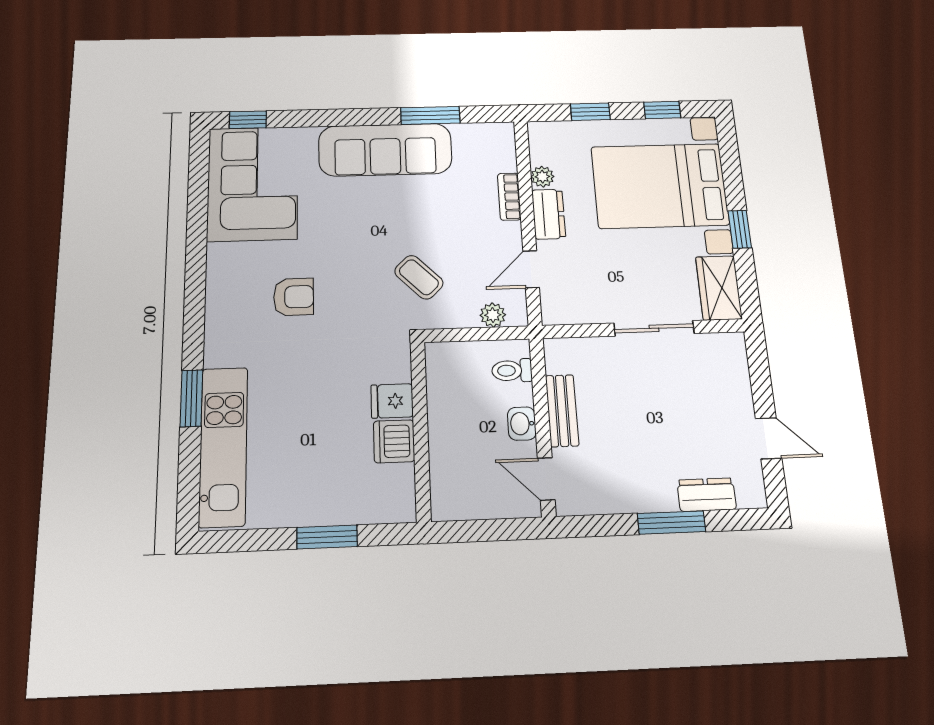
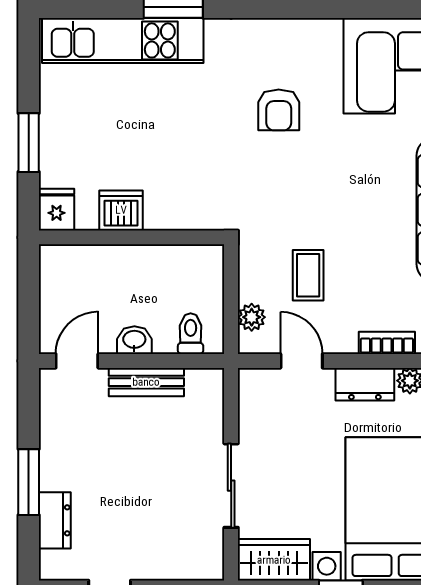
coffee table: (419, 277) -> (308, 275), moved, turned -45
fridge: (392, 401) -> (57, 210), moved

